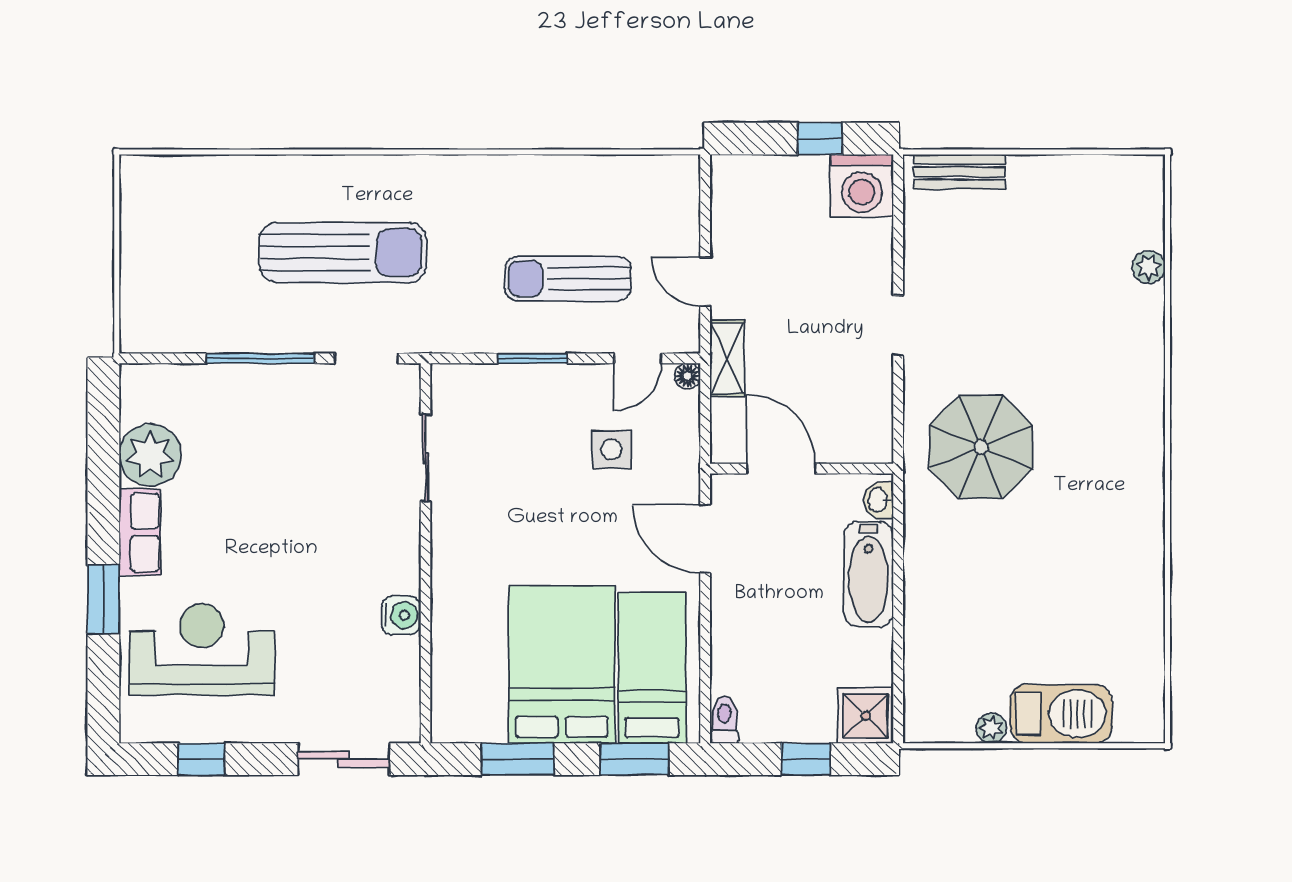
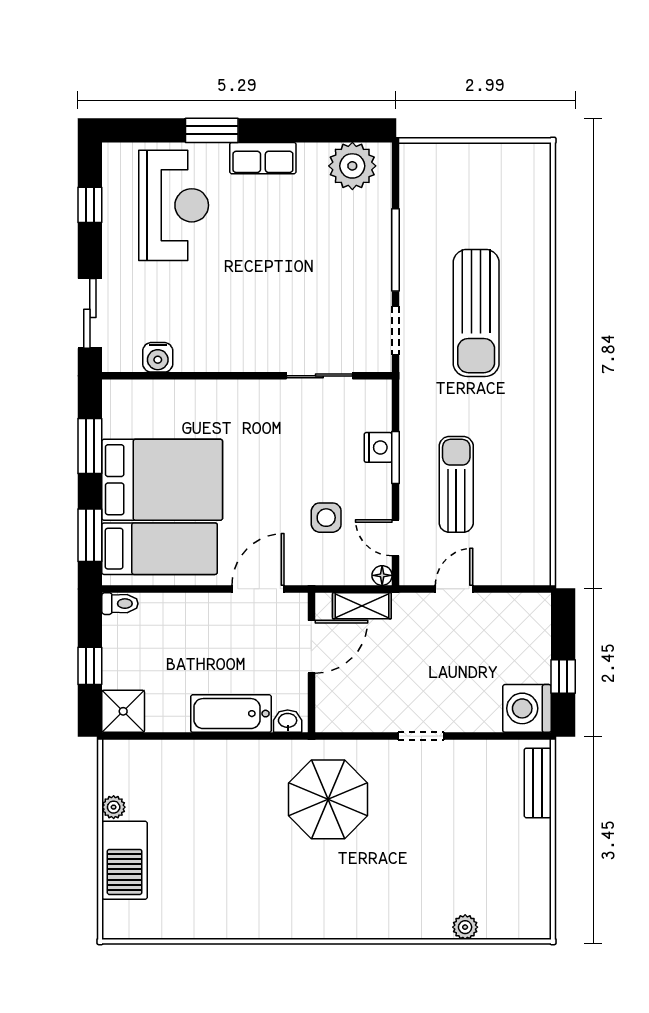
shelving: (727, 358) -> (362, 606), moved
nightstand: (519, 381) -> (378, 447), added
plant: (150, 455) -> (352, 166), moved
water cooler: (401, 615) -> (158, 357), moved

